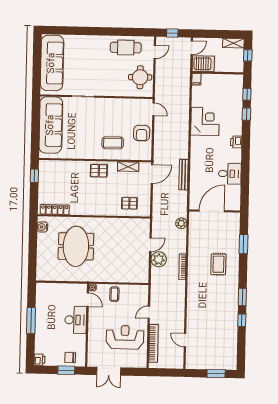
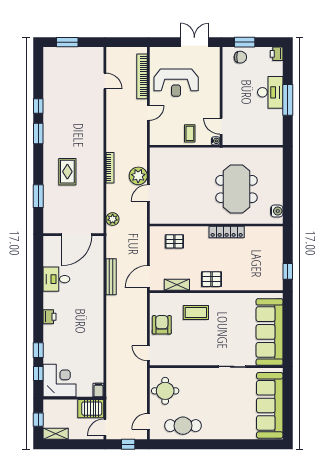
corner desk: (205, 122) -> (60, 380), moved, turned 180
locker: (55, 210) -> (227, 232), moved
desk: (76, 320) -> (270, 92), moved, turned 180

